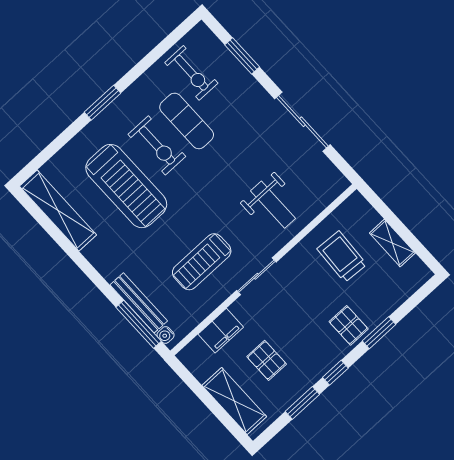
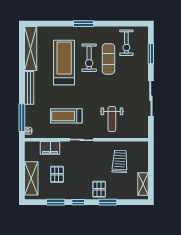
treadmill: (126, 186) -> (64, 62), turned 180
shelving: (392, 243) -> (143, 184), moved
bench: (139, 303) -> (29, 88), moved

